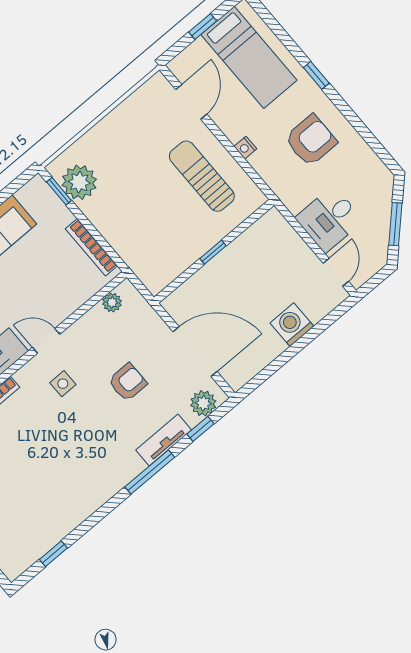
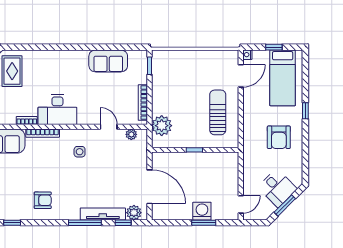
armchair: (311, 140) -> (279, 137), turned 90
nightstand: (245, 148) -> (247, 55), moved
plant: (79, 182) -> (162, 126), moved
desk: (329, 219) -> (277, 188), moved, turned -135
window: (307, 338) -> (204, 223), added
door: (46, 341) -> (109, 127), moved
armchair: (128, 382) -> (43, 200), moved
tv unit: (164, 440) -> (103, 214), width x1.41

